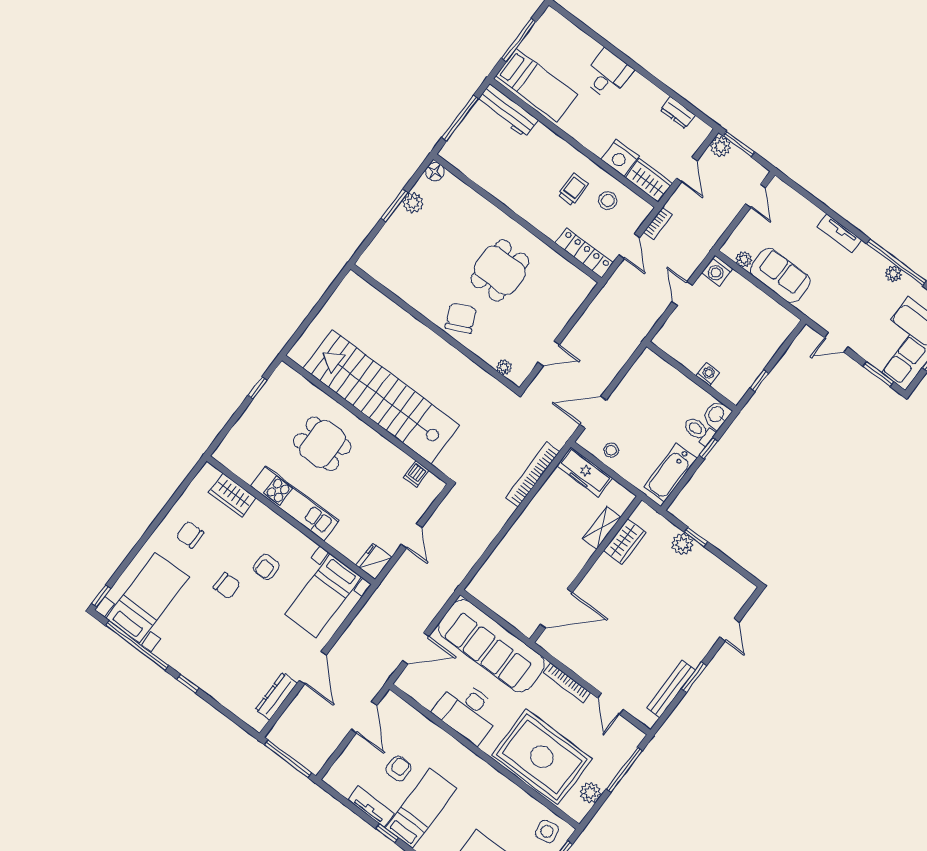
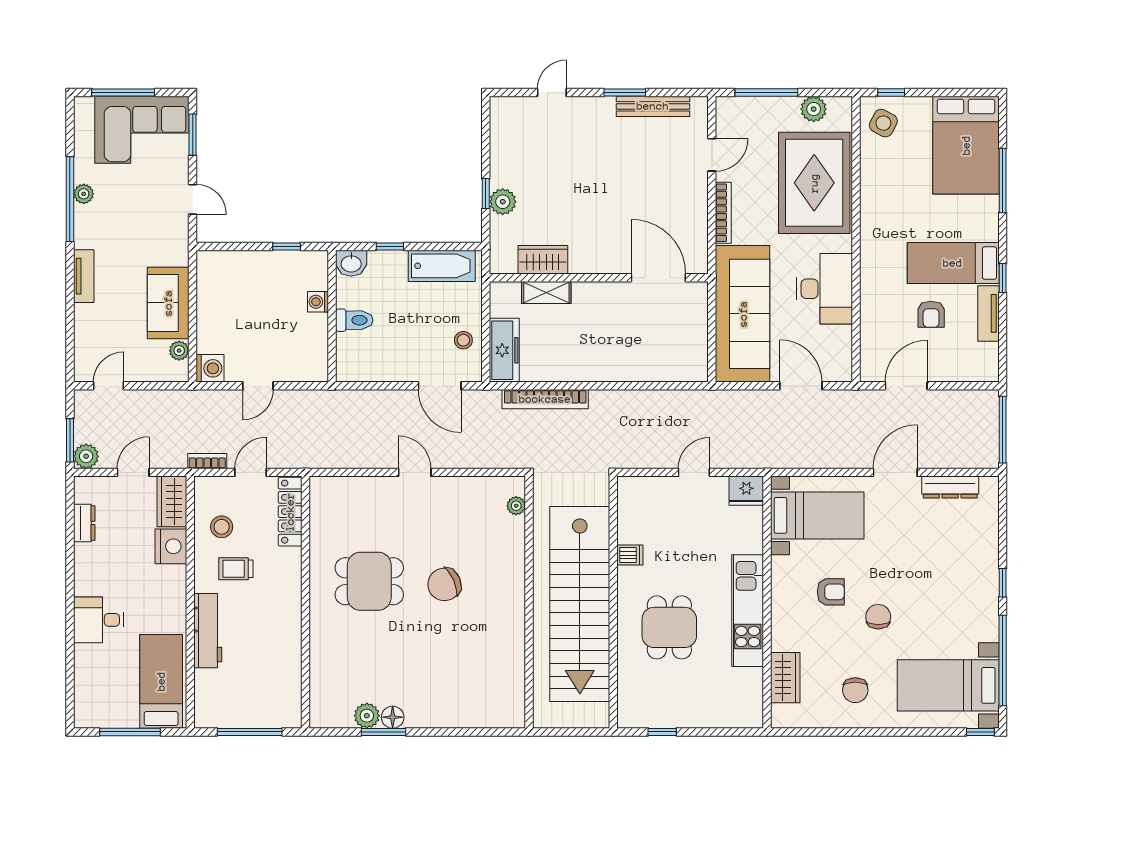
workbench: (507, 111) -> (208, 631), moved
floor lamp: (435, 172) -> (393, 717), moved
wall: (435, 328) -> (529, 602), moved
plant: (504, 367) -> (516, 506), moved
toilet: (699, 431) -> (354, 320), moved, turned -90
dishwasher: (416, 474) -> (630, 555), moved
armchair: (399, 769) -> (931, 314), turned -90
side table: (547, 831) -> (883, 123), turned 38

